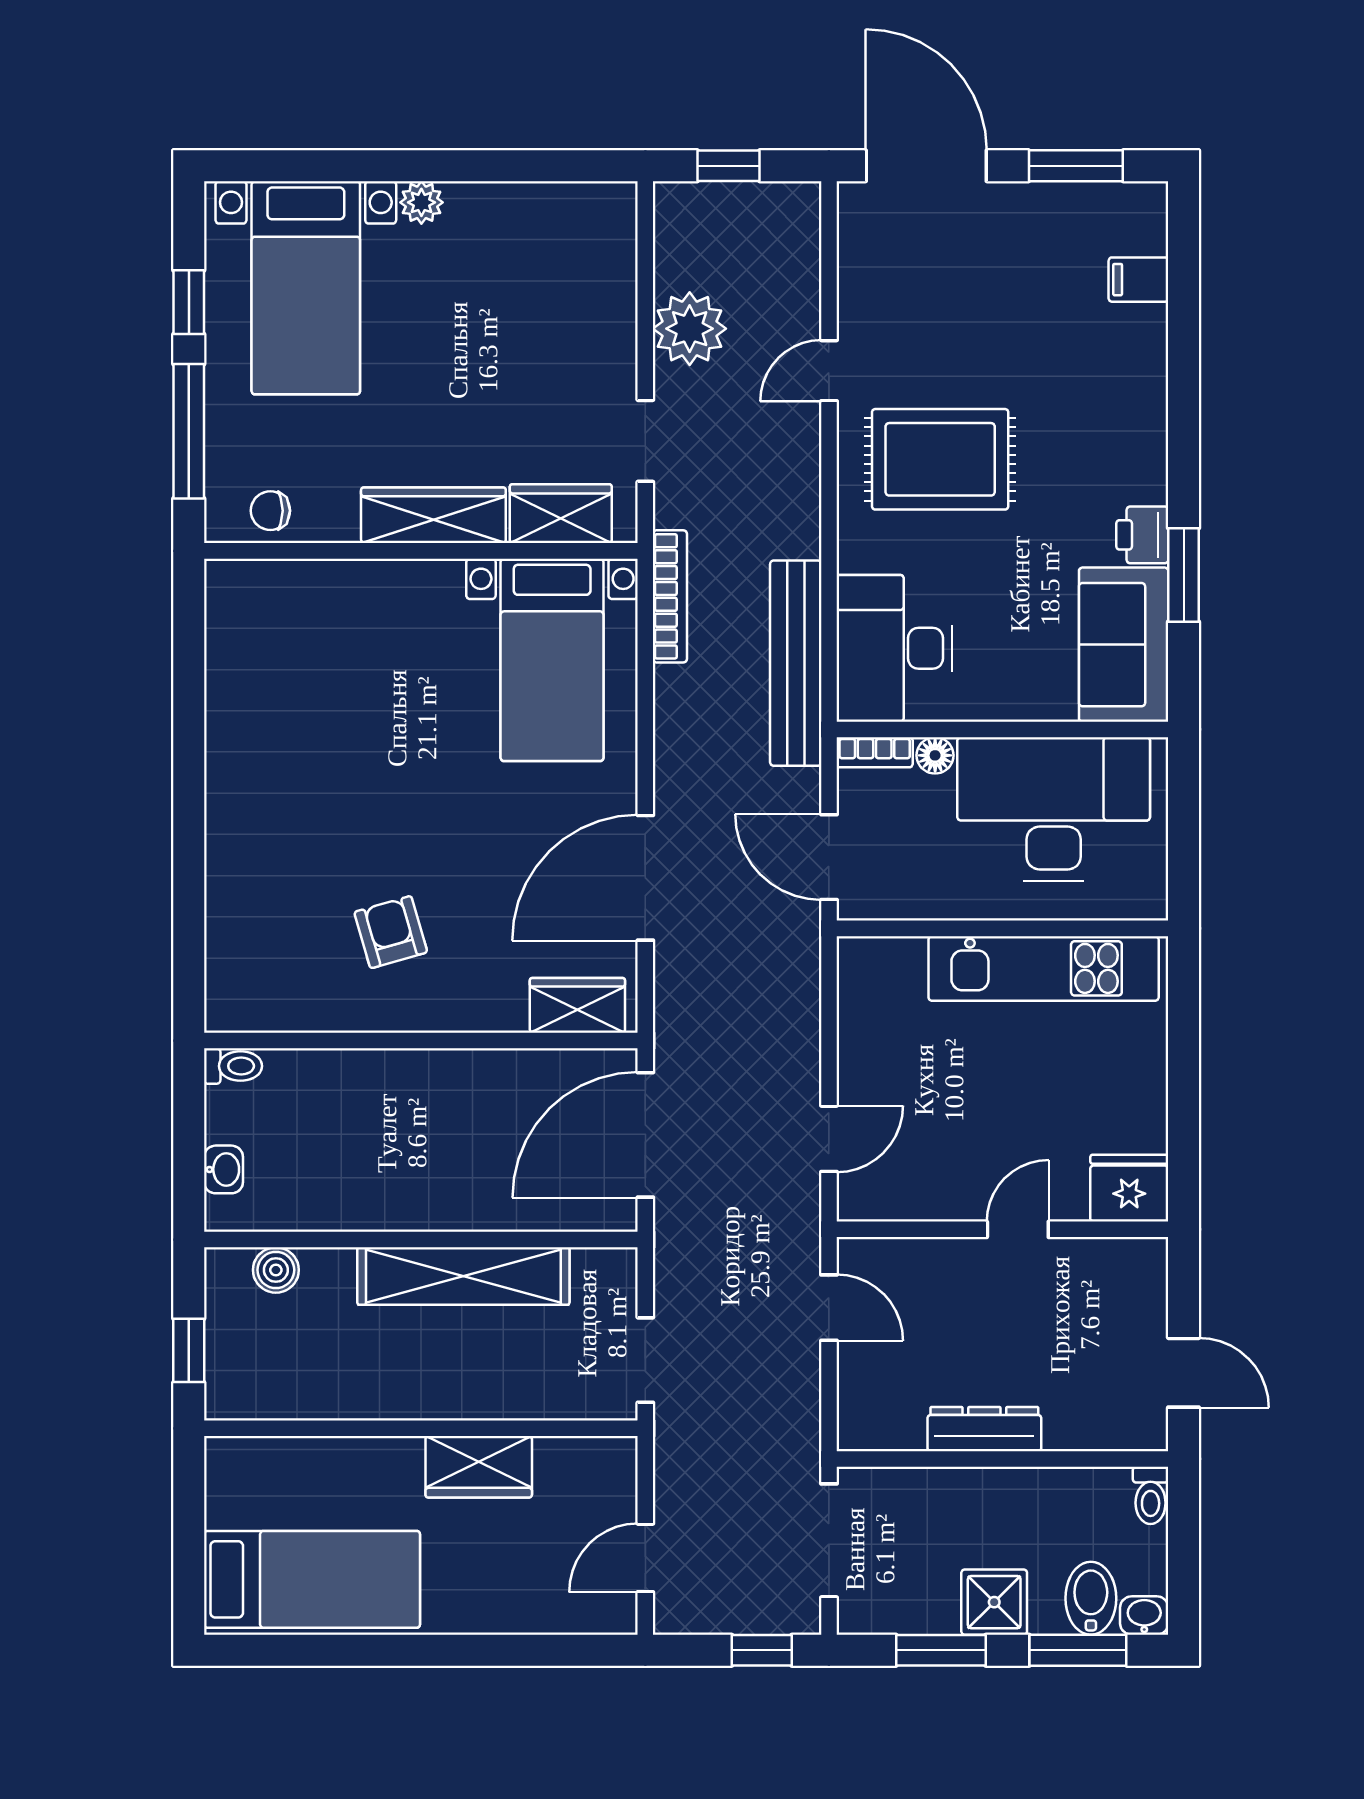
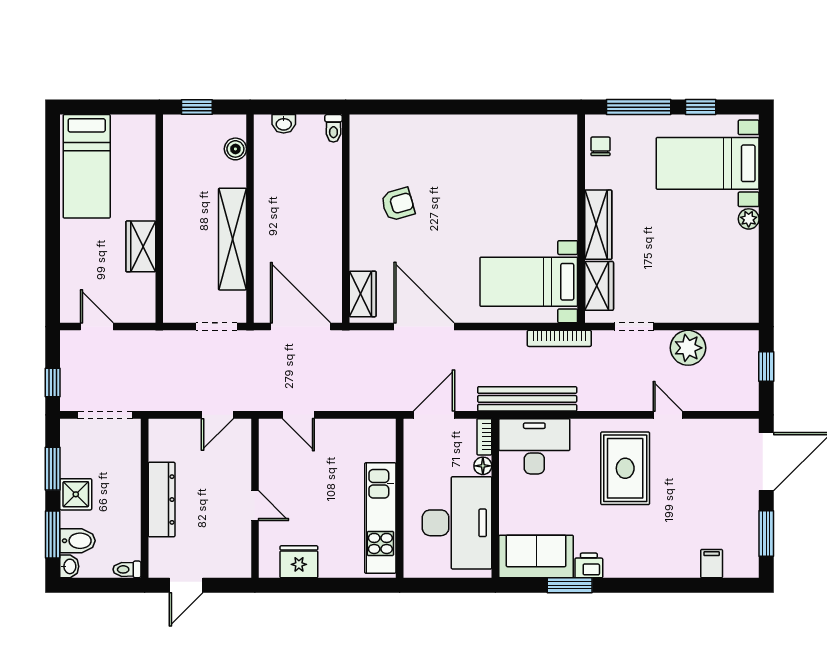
fridge: (1129, 1188) -> (299, 562), moved, turned -90
doorway: (645, 1360) -> (217, 327), moved
dresser: (984, 1429) -> (162, 500), width x1.37, depth x1.24

